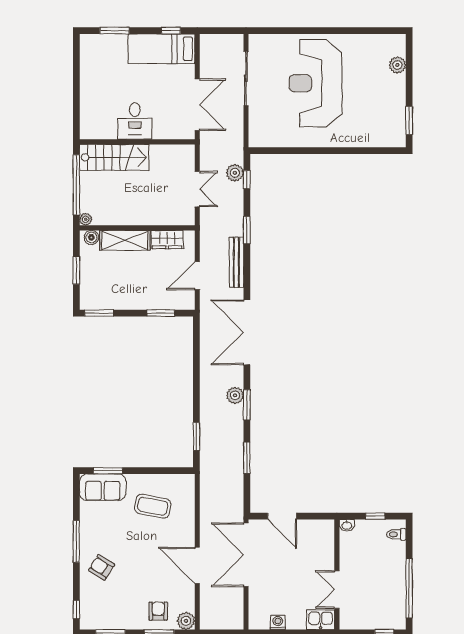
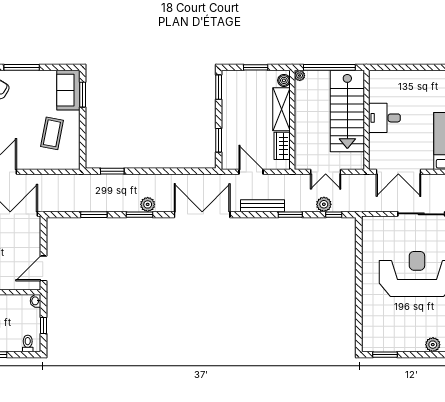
stairs: (114, 157) -> (347, 111), width x1.36, depth x1.51
plant: (235, 173) -> (324, 204), moved
door: (282, 516) -> (43, 268), moved

